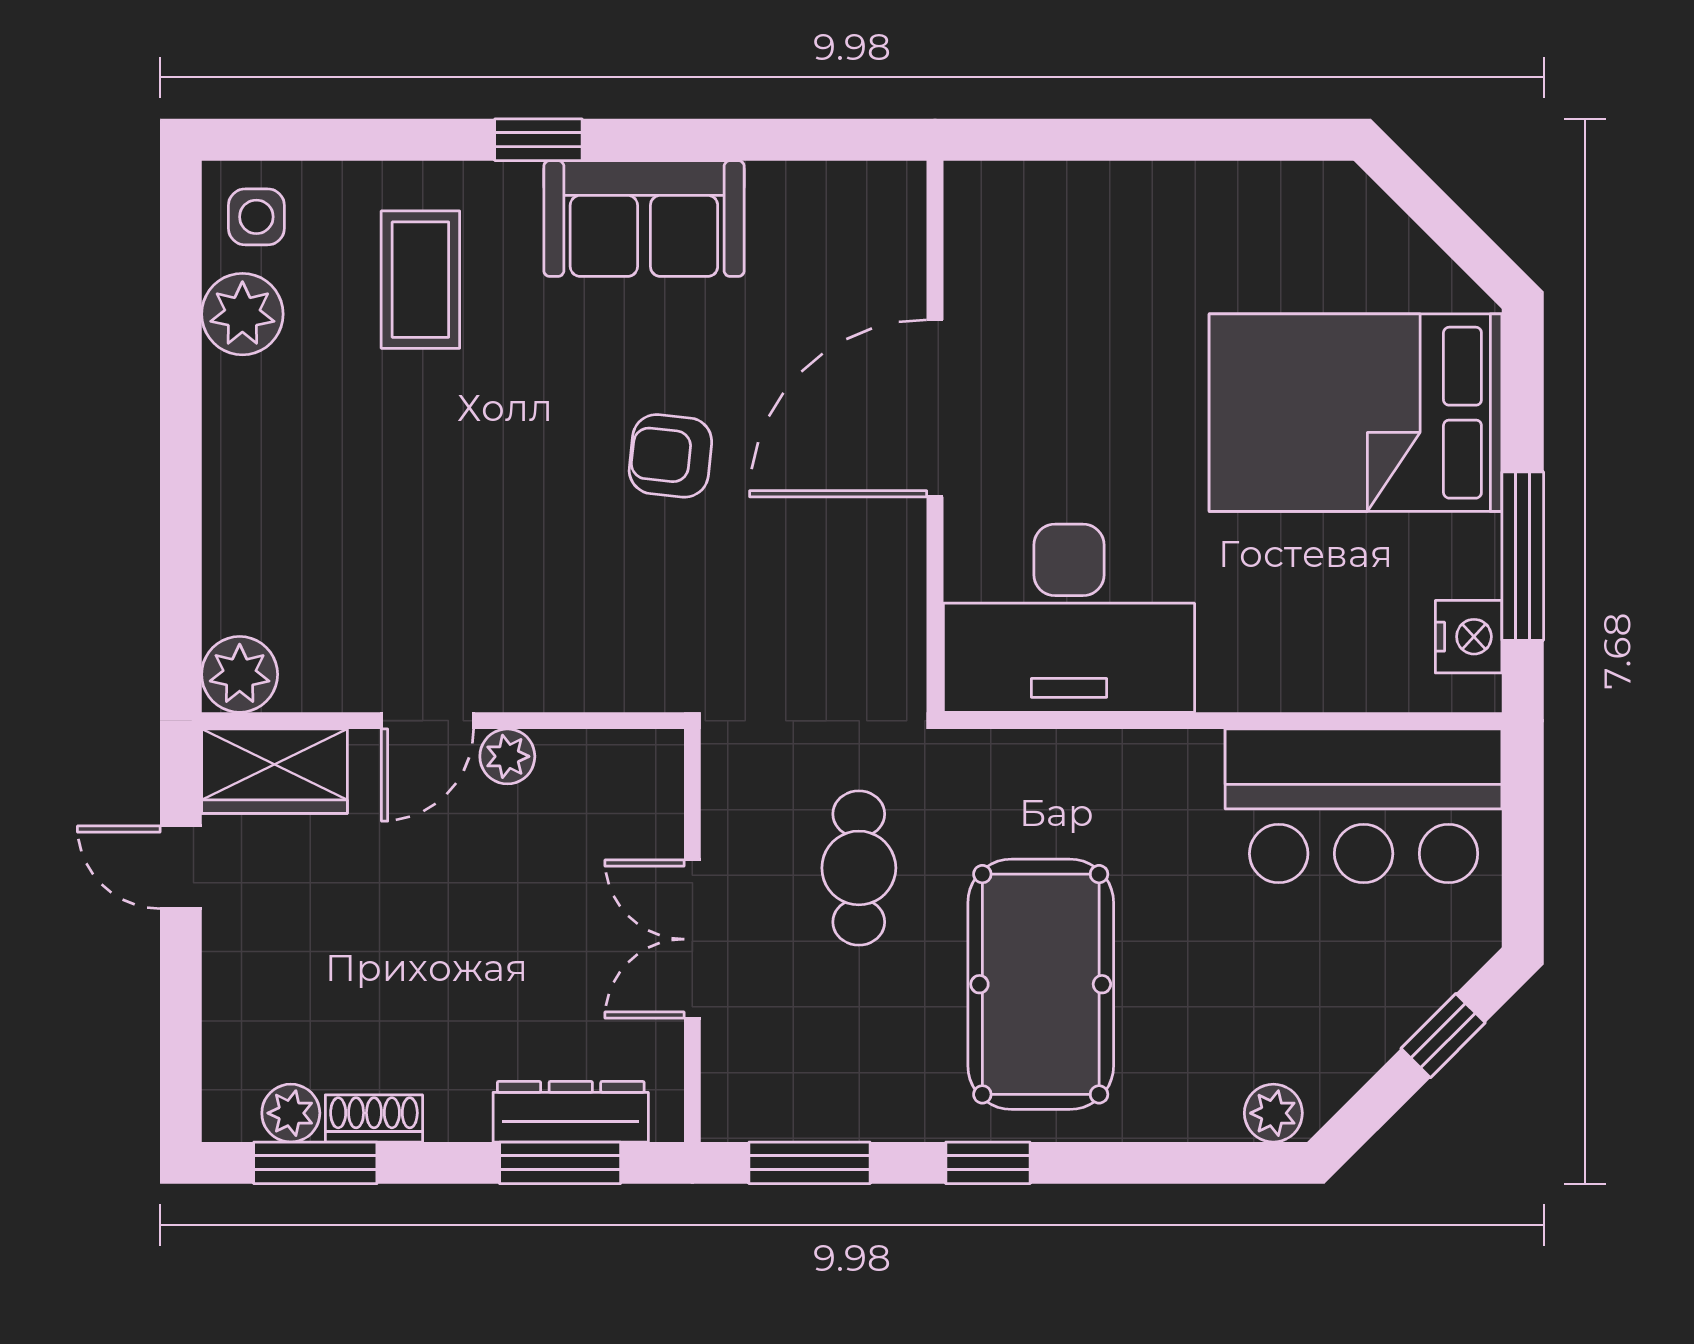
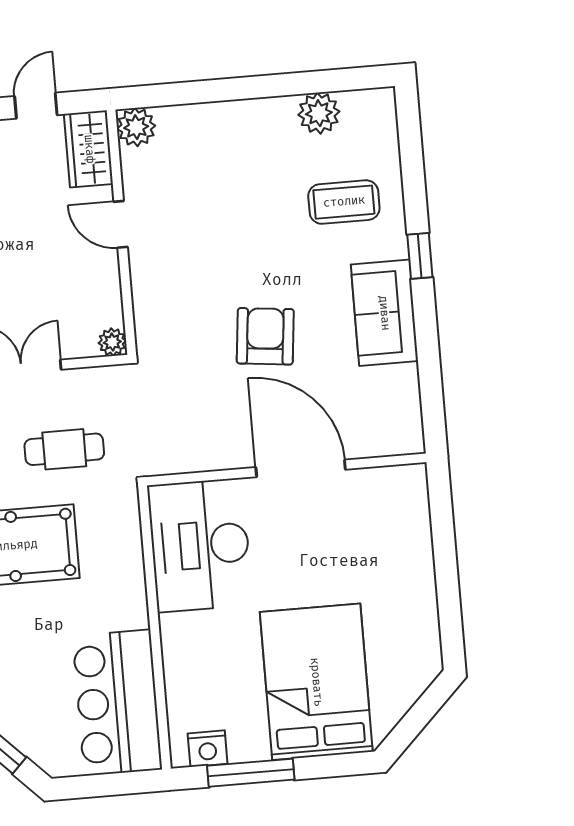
side table: (256, 217) -> (369, 116), removed
armchair: (670, 456) -> (265, 336), width x1.38, depth x1.38
plant: (507, 756) -> (112, 342), moved

